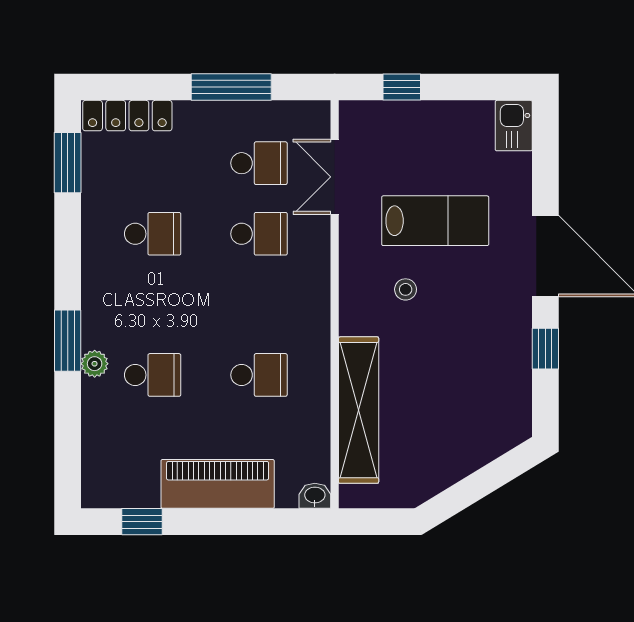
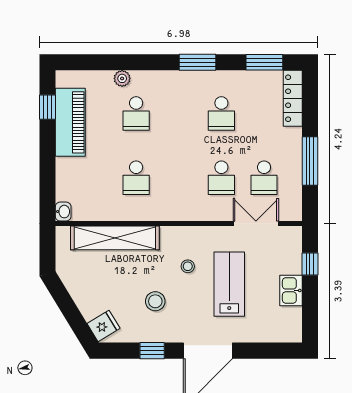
kitchen sink: (514, 126) -> (291, 290), moved, turned -90
lab bench: (435, 221) -> (229, 284), turned 180
window: (68, 341) -> (198, 62), moved
stool: (463, 343) -> (155, 301), added
plant: (95, 364) -> (122, 78), moved
fridge: (504, 429) -> (104, 326), added
piano: (218, 484) -> (70, 122), moved

